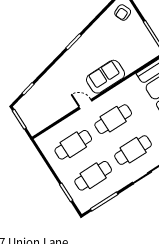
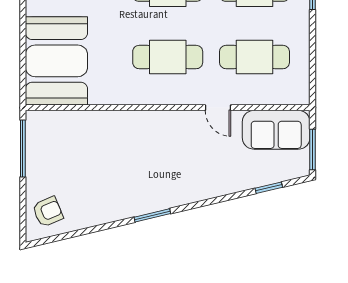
sofa: (106, 77) -> (276, 130), moved
door: (85, 104) -> (218, 108), moved

